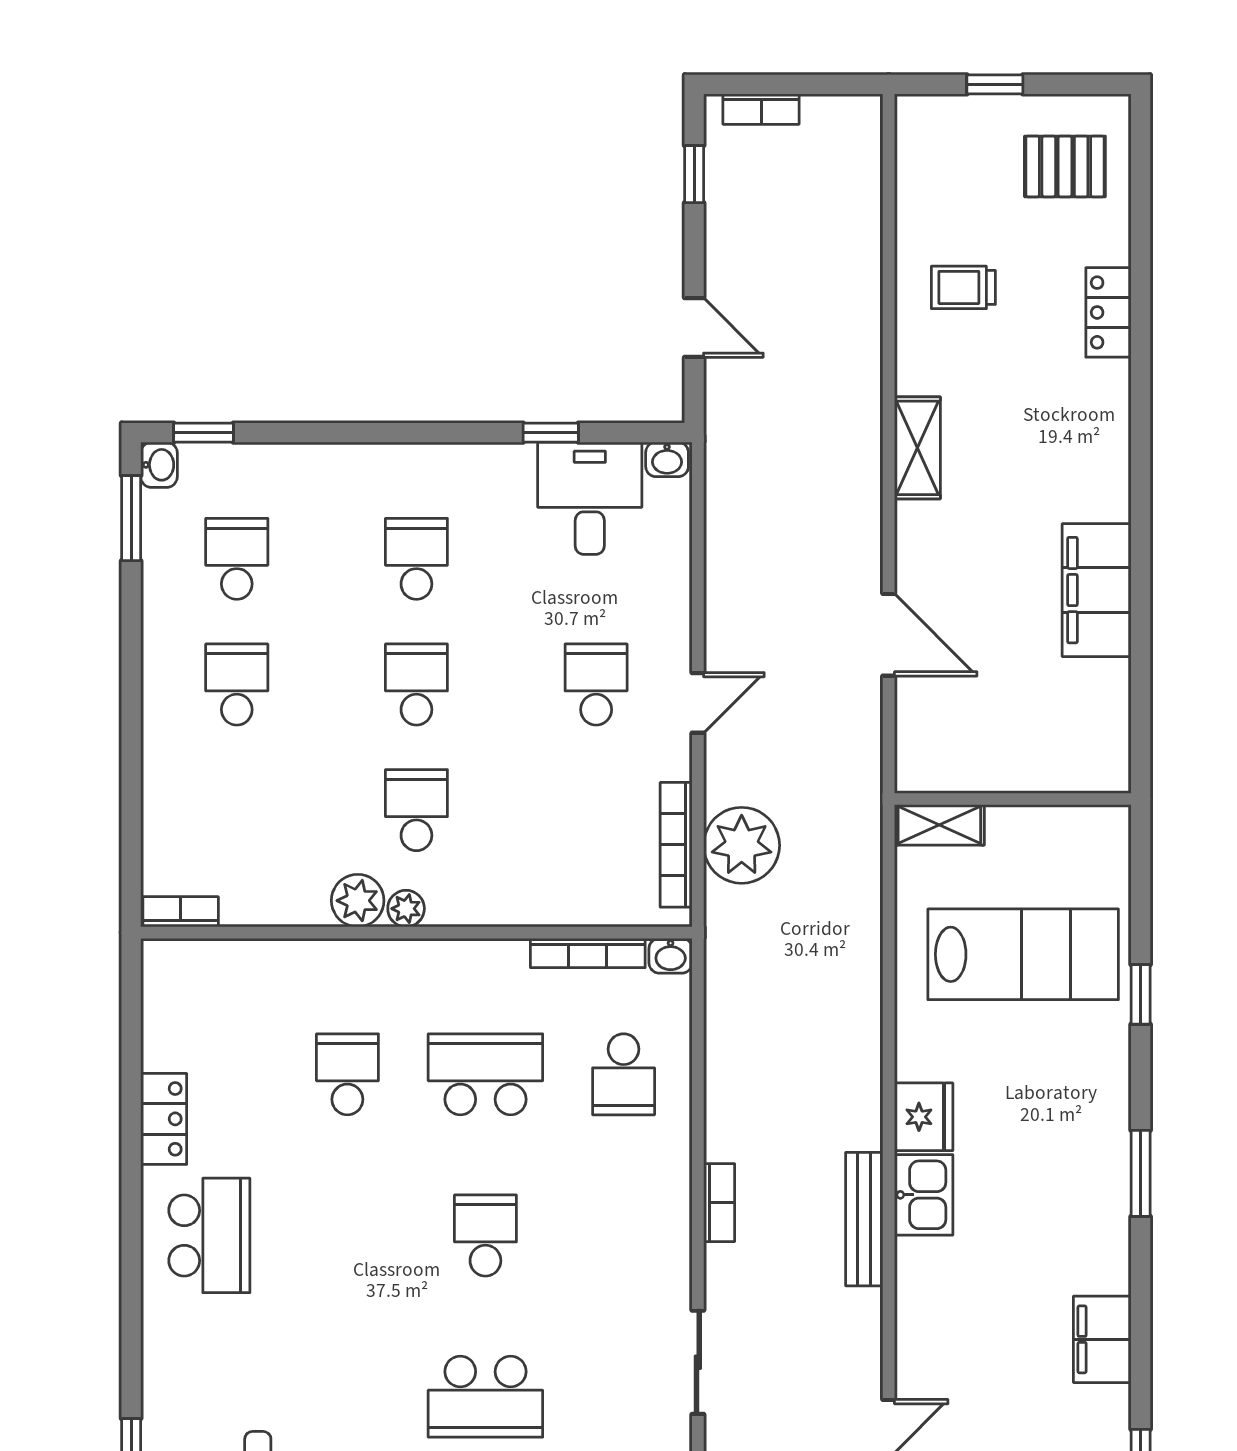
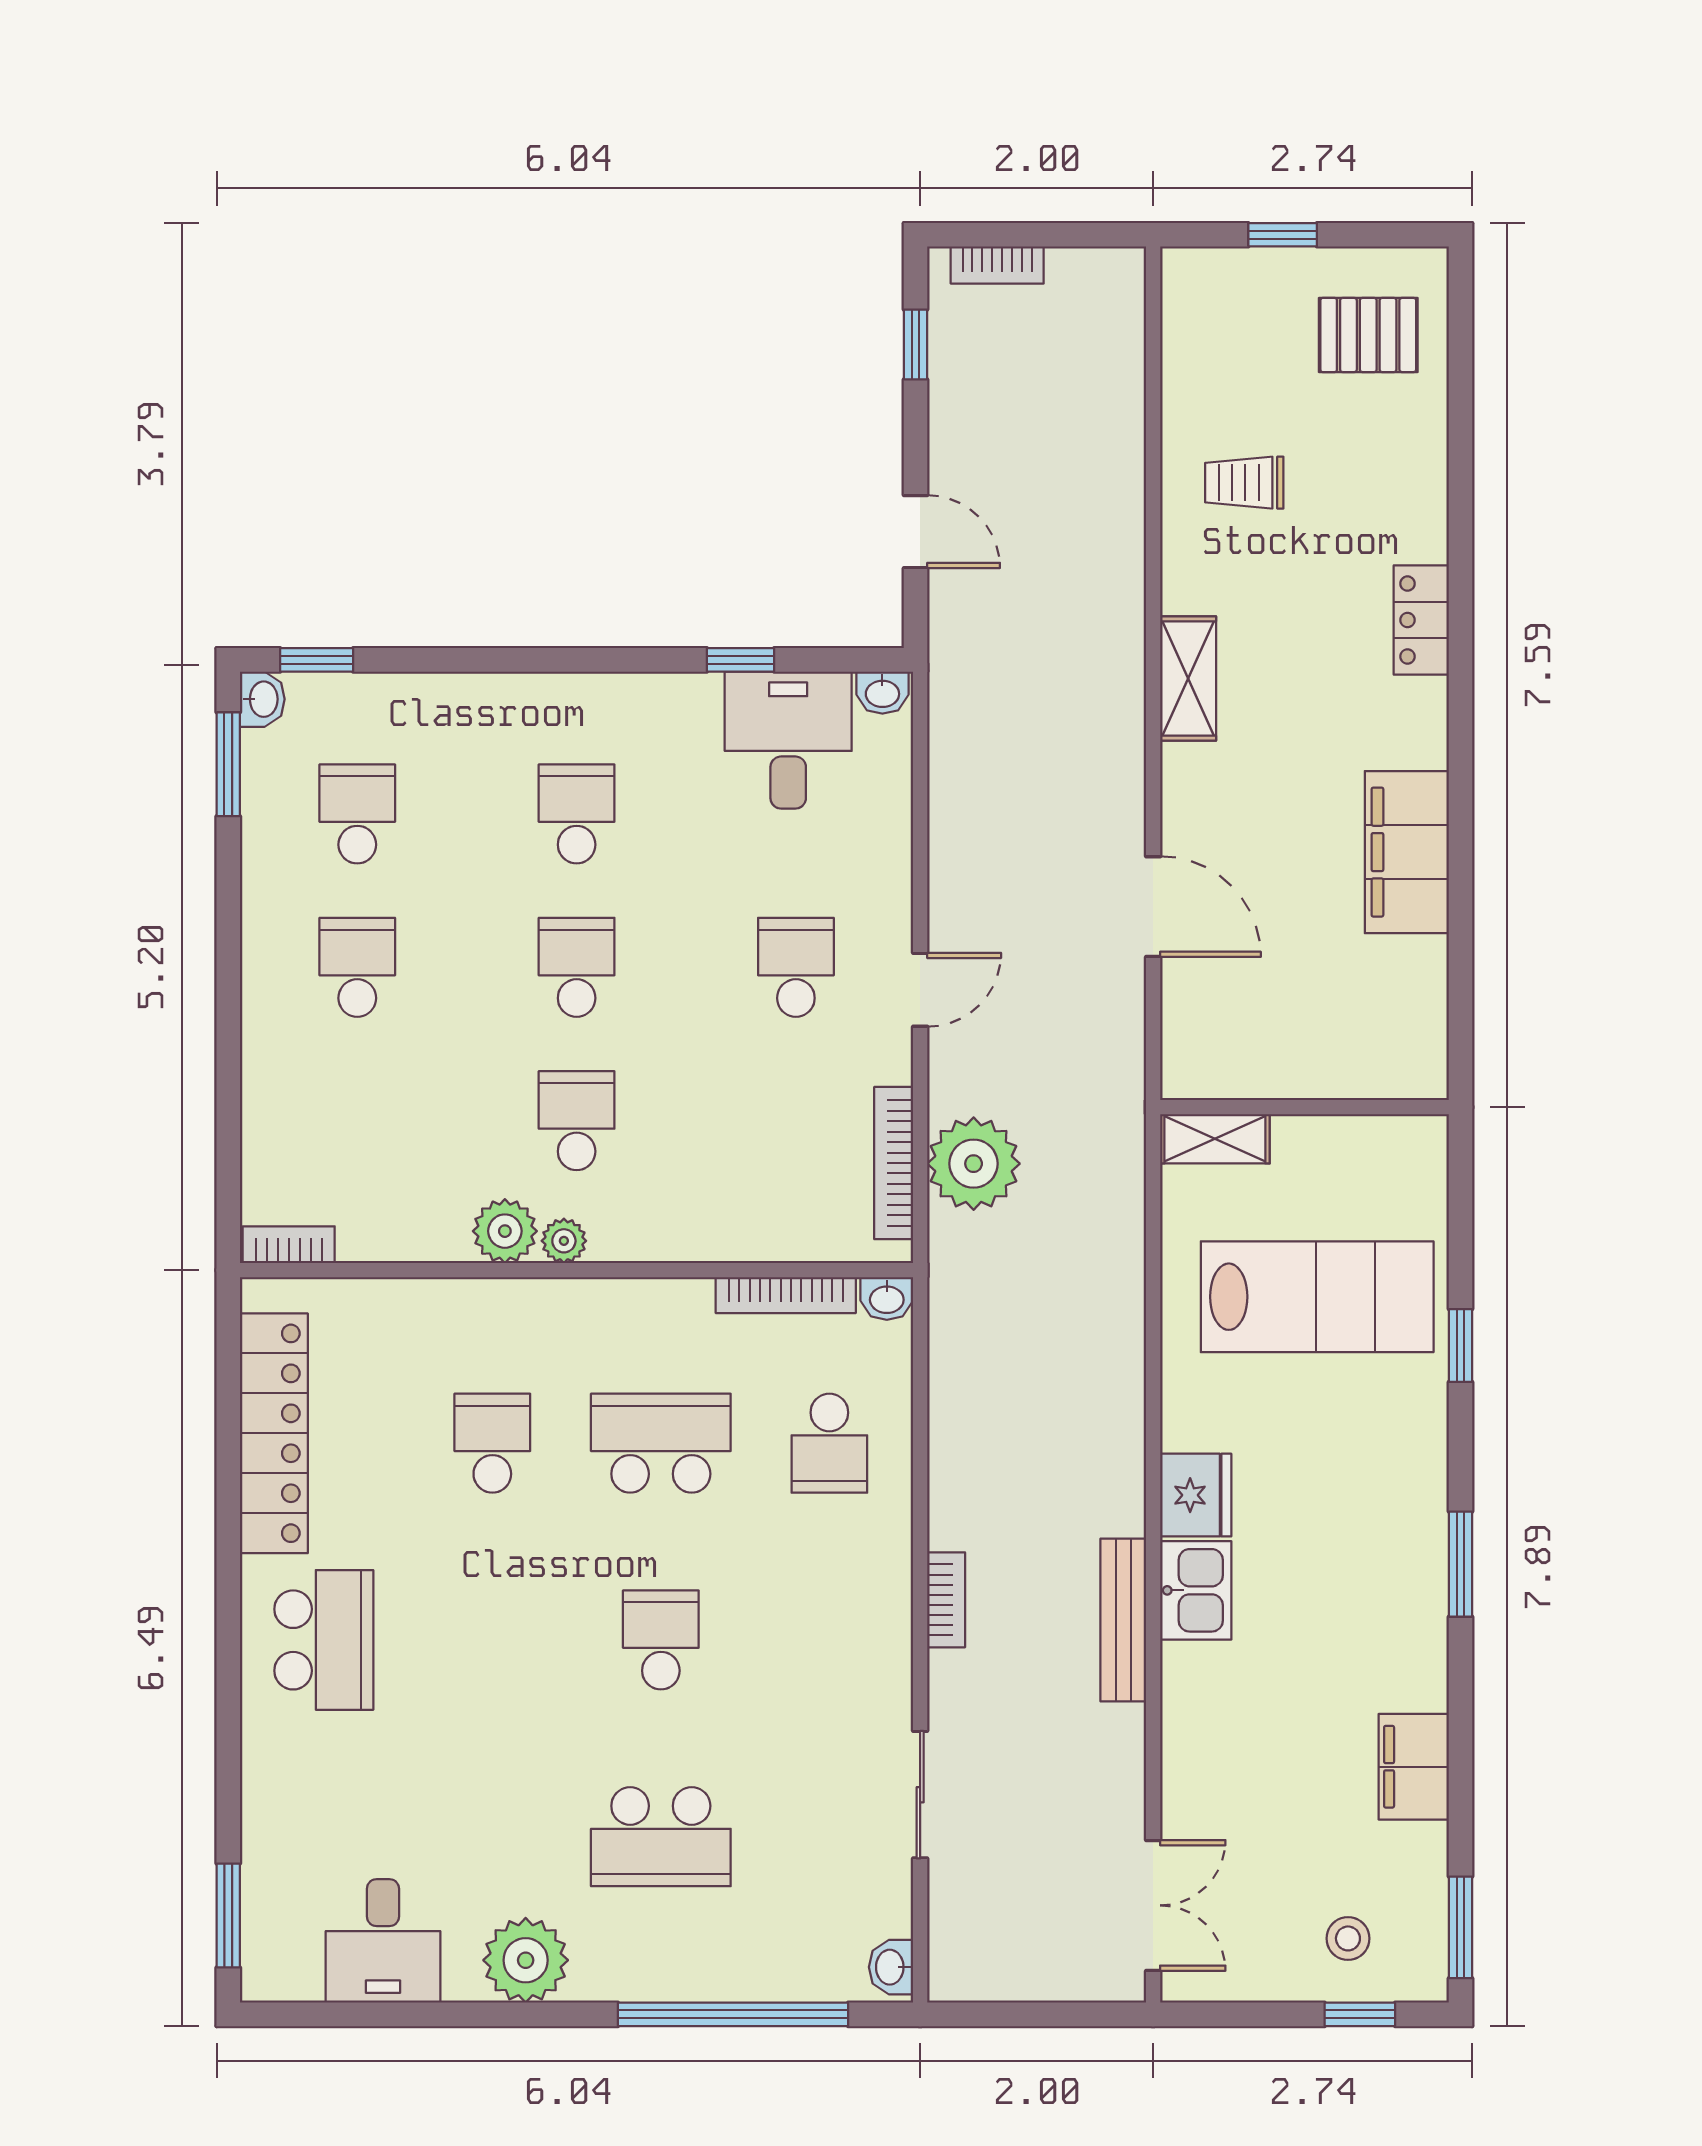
locker: (1108, 312) -> (1421, 620), moved
locker: (164, 1119) -> (274, 1433), width x2.16, depth x1.21

